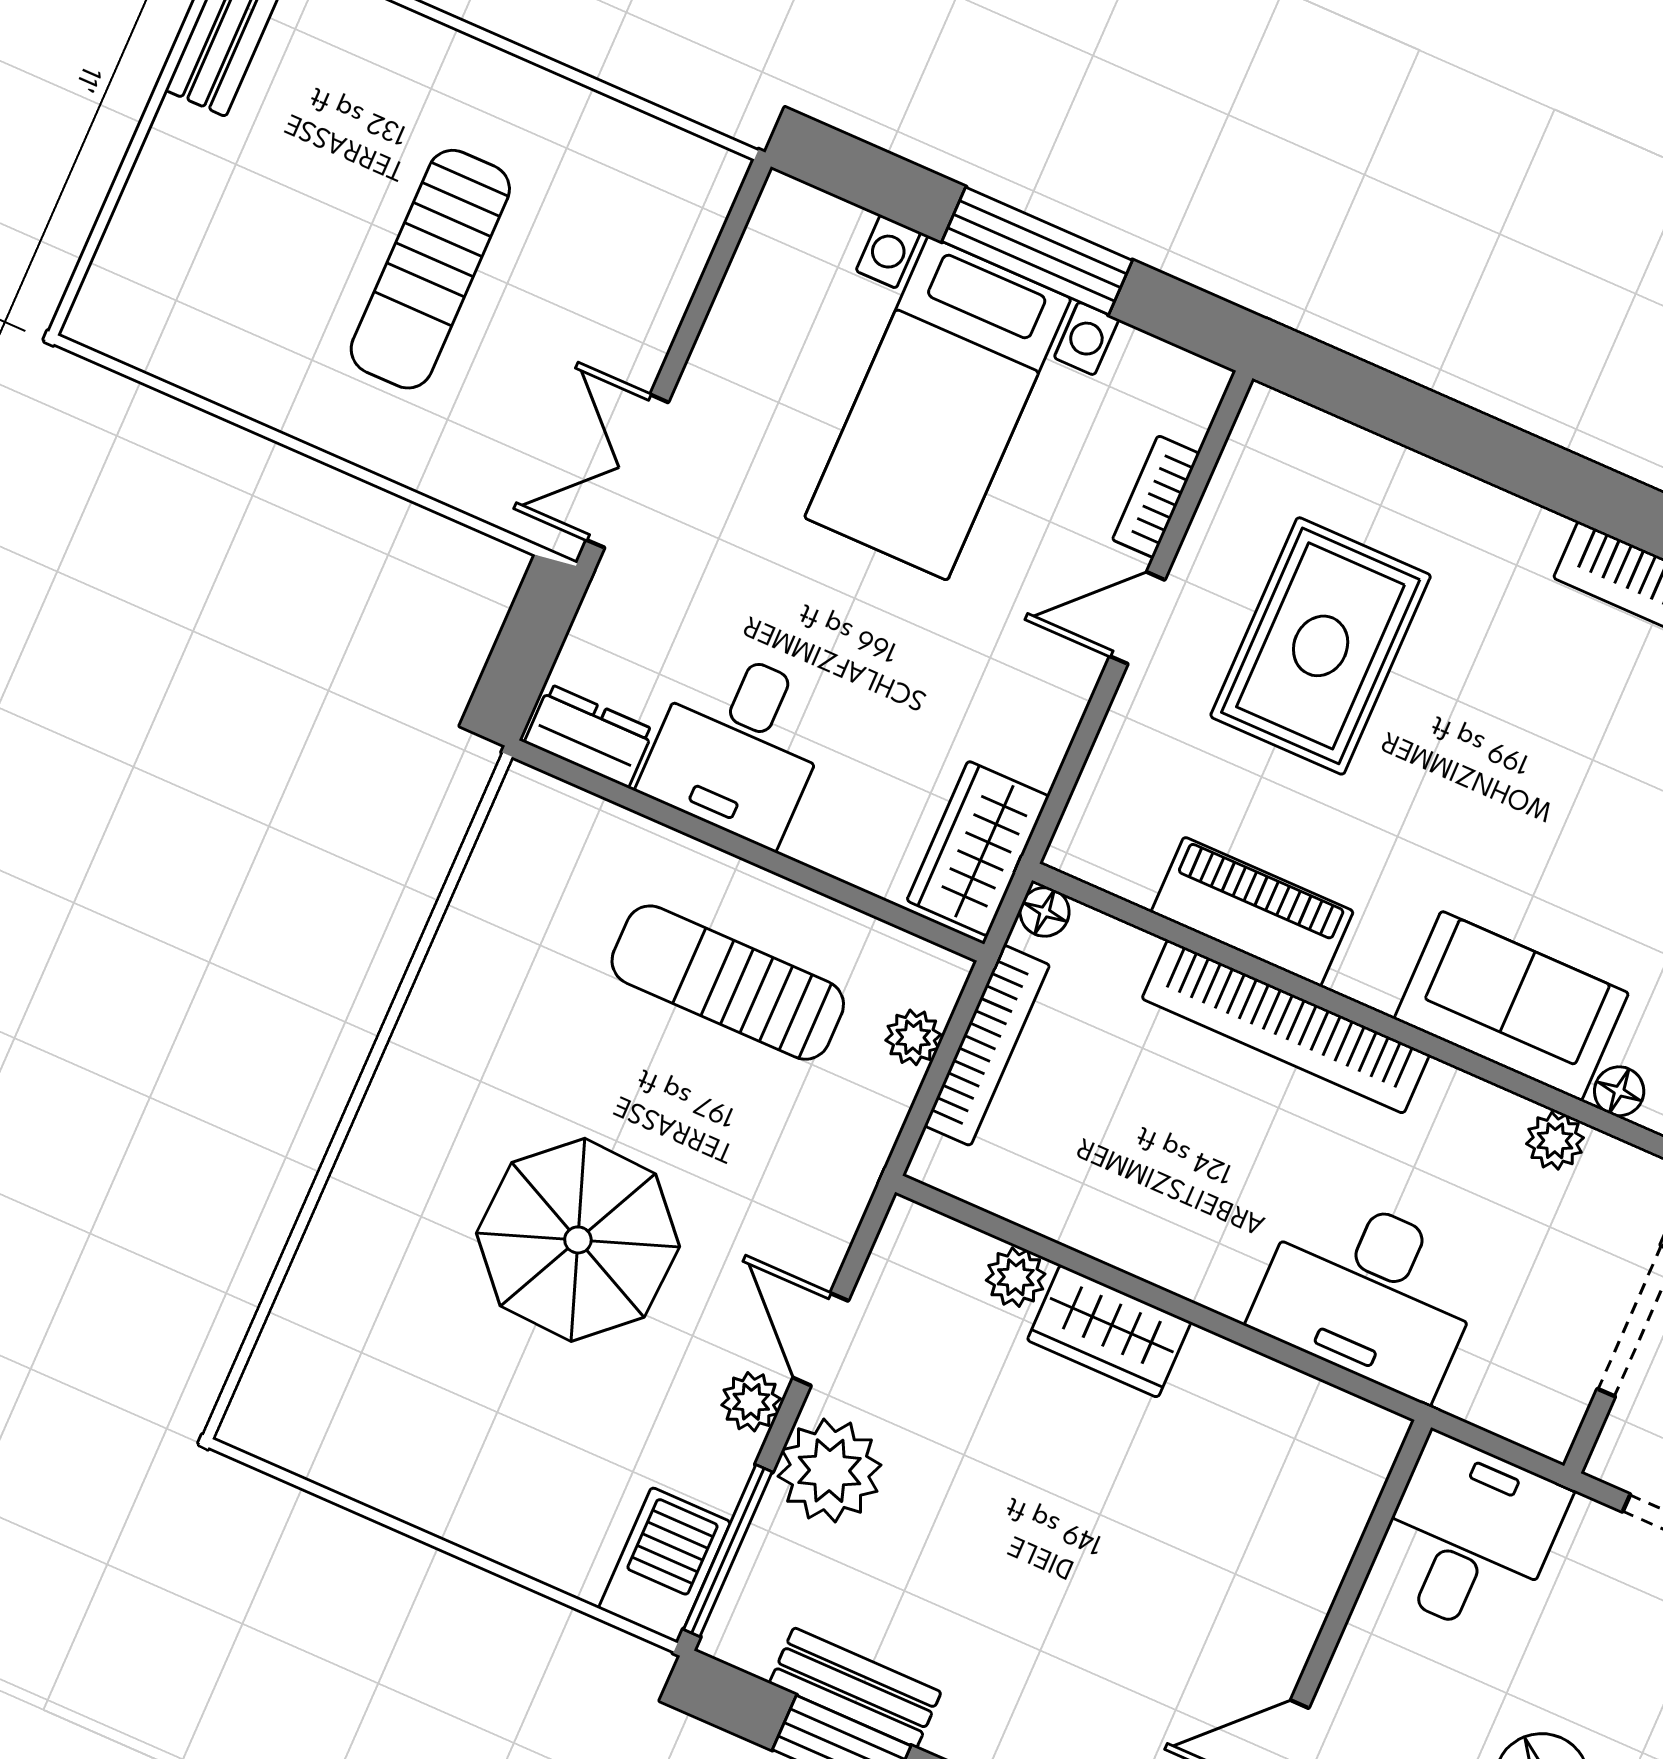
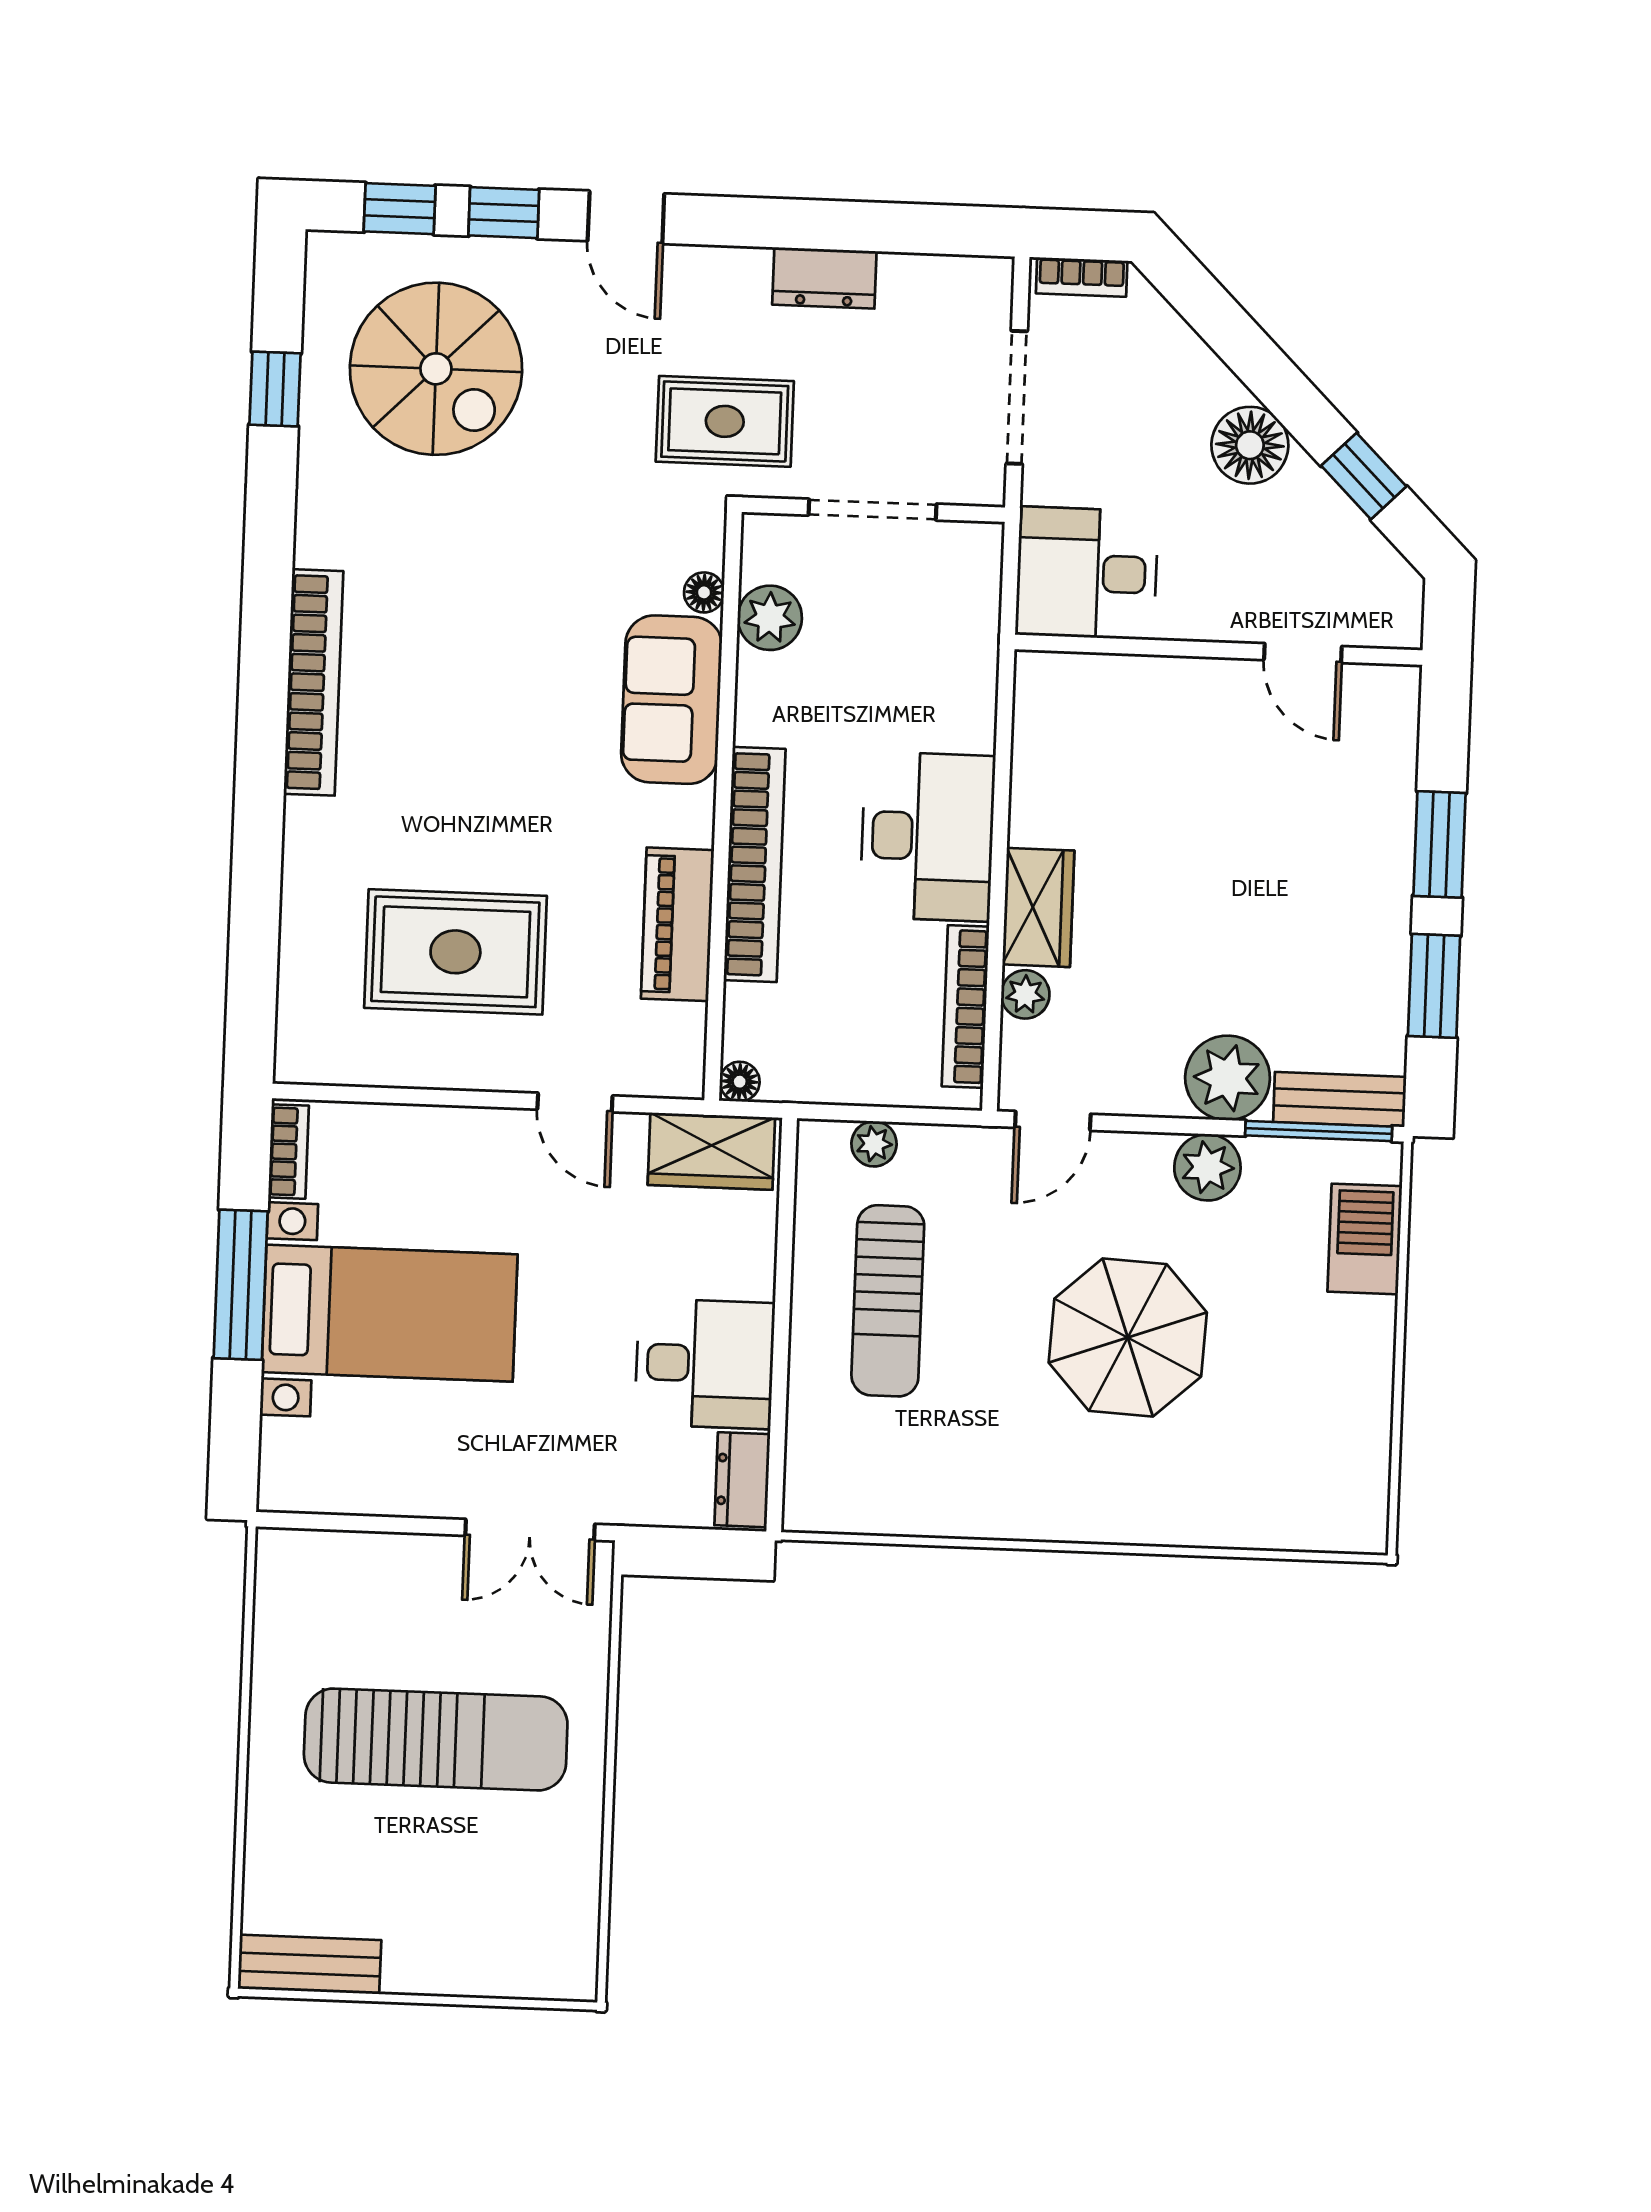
sun lounger: (430, 269) -> (436, 1740), width x1.36, depth x1.34
bookcase: (1156, 497) -> (289, 1152), moved, turned -90
door: (1137, 618) -> (575, 1102), moved
bookcase: (987, 1045) -> (965, 1006), moved, turned -90
plant: (1555, 1141) -> (770, 618), width x1.38, depth x1.38
desk: (1369, 1293) -> (927, 836), moved
door: (821, 1339) -> (1053, 1121), moved
plant: (751, 1402) -> (1207, 1167), width x1.38, depth x1.38
barbecue: (665, 1565) -> (1365, 1239), moved, turned 90
bench: (855, 1688) -> (1340, 1099), moved, turned 90

